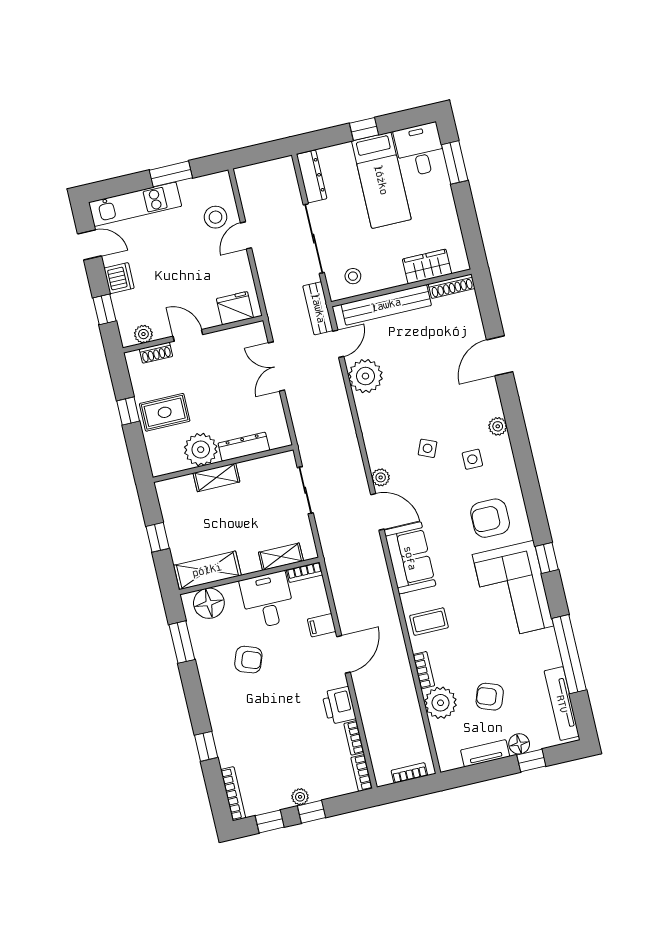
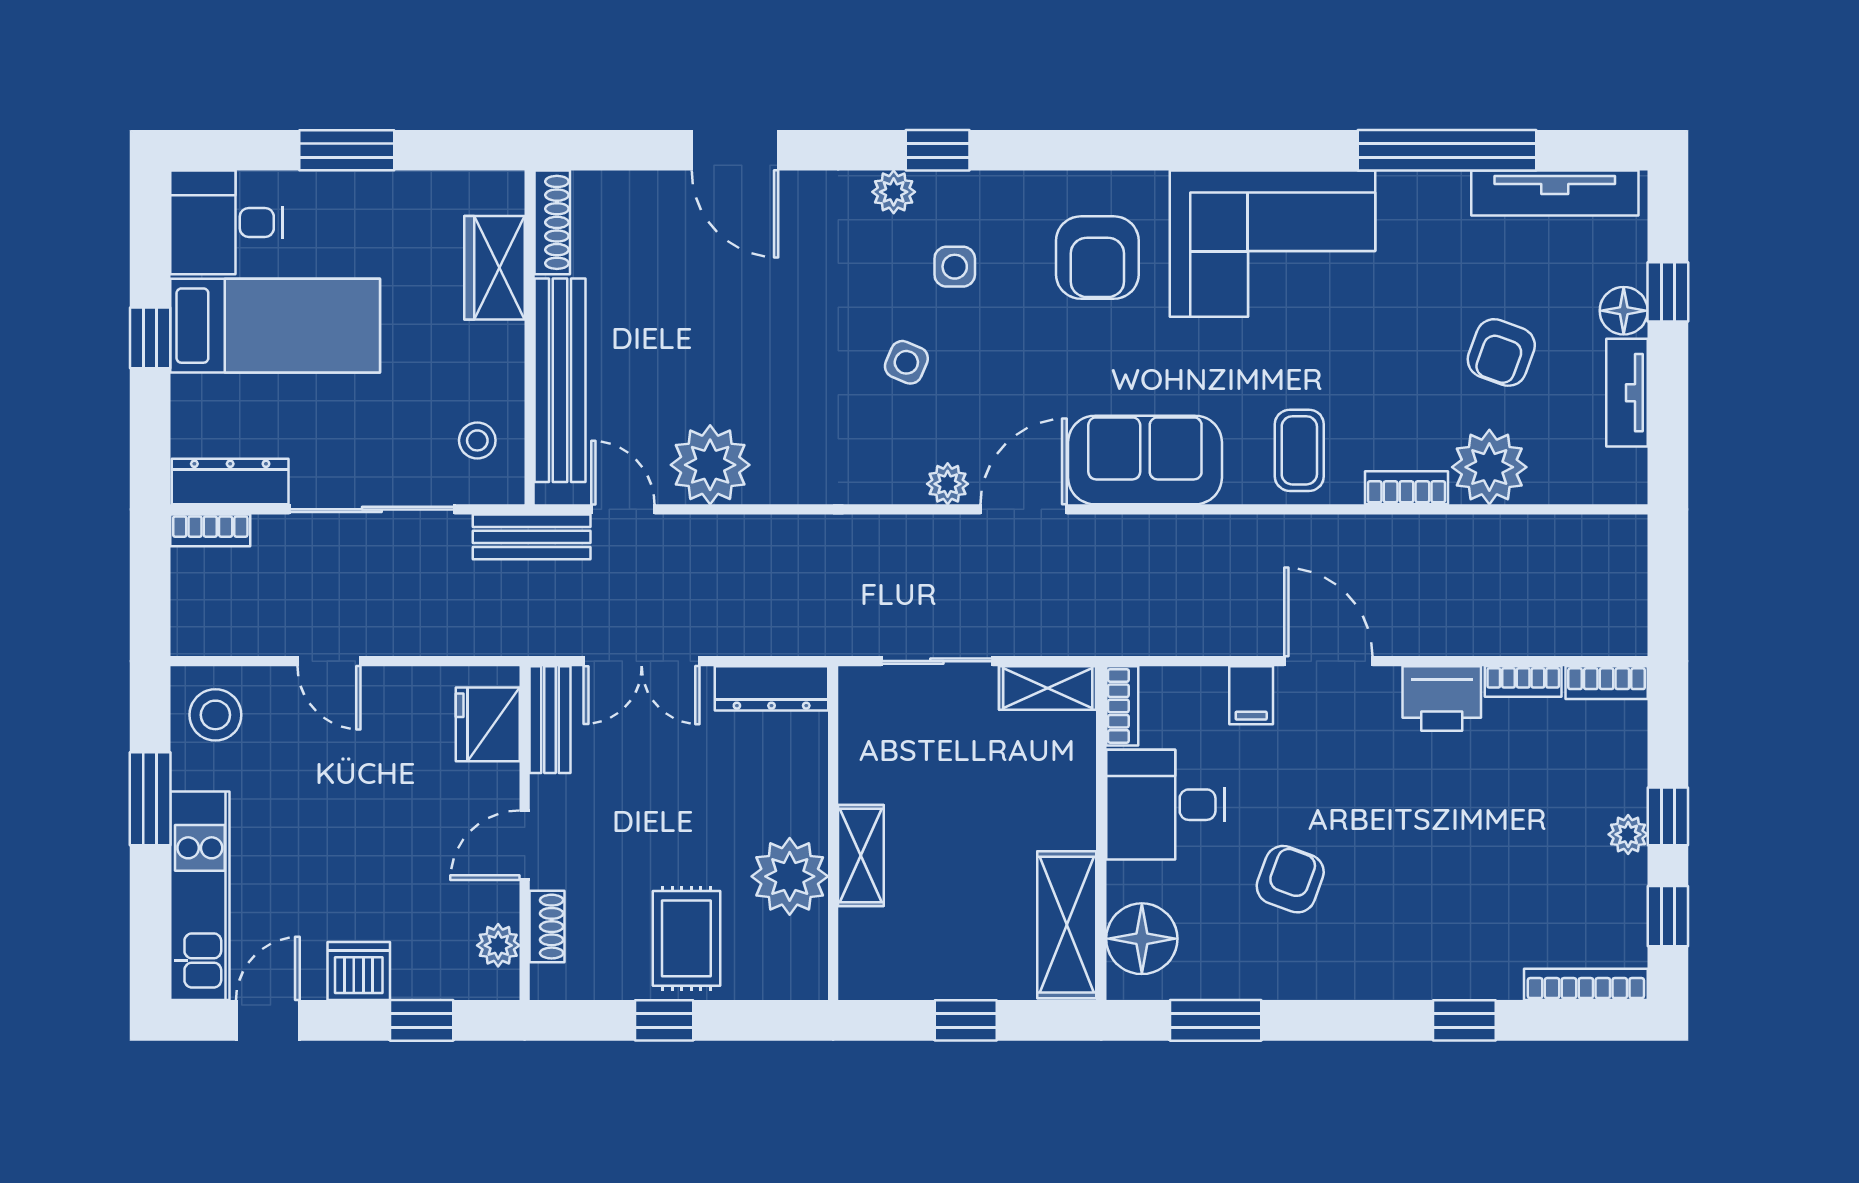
window: (455, 162) -> (347, 150), moved
stool: (216, 217) -> (215, 715), moved
bench: (243, 334) -> (550, 720), added
dresser: (244, 447) -> (772, 688), moved, turned -90
shelving: (281, 557) -> (1048, 688), moved, turned 90
window: (547, 558) -> (938, 150), moved
bookcase: (409, 773) -> (210, 530), moved, turned -90

